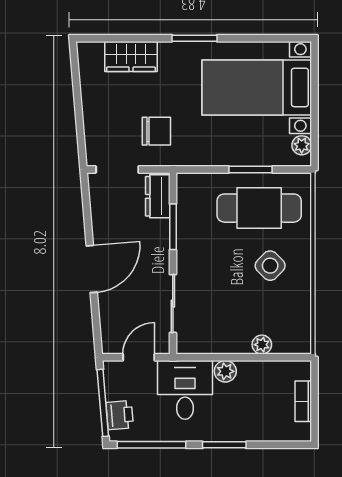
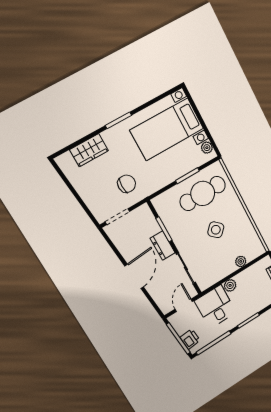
dresser: (158, 196) -> (163, 246), moved
side table: (270, 266) -> (216, 230), moved

